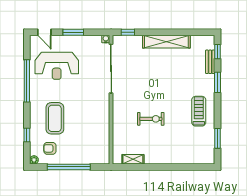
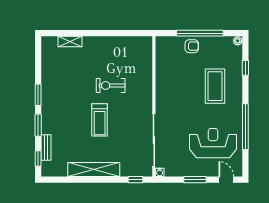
treadmill: (199, 111) -> (100, 120), moved
window: (218, 138) -> (38, 95), moved
armchair: (50, 148) -> (192, 46), moved
shelving: (133, 159) -> (70, 42), moved

